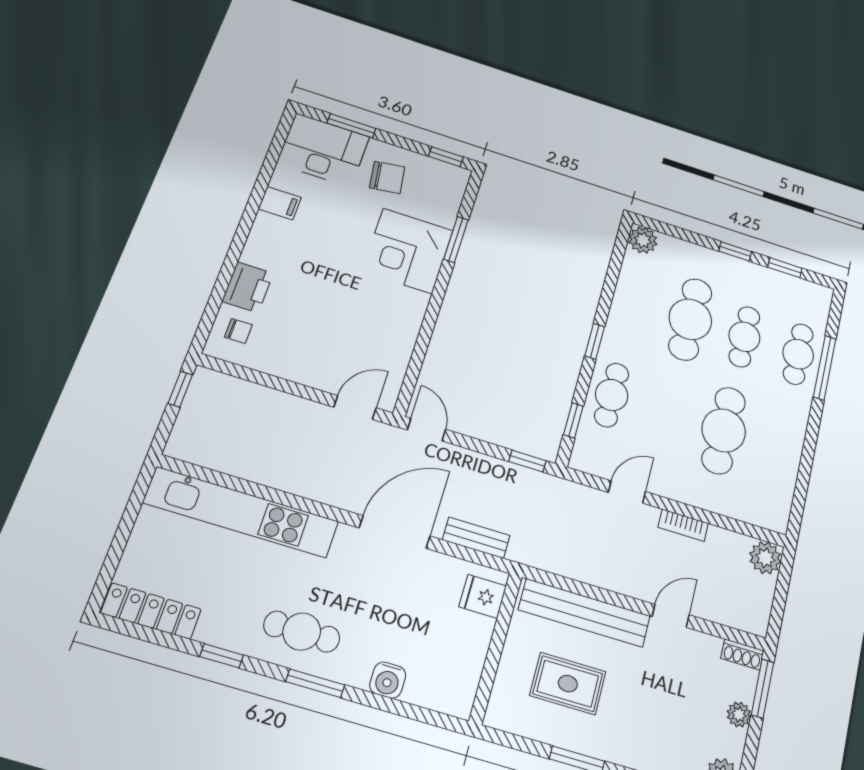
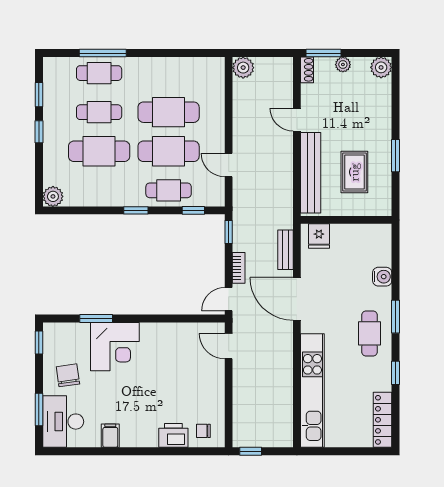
chair: (238, 331) -> (203, 431), turned -90
cafe table: (668, 413) -> (169, 151), added
bookcase: (683, 525) -> (239, 268), moved

